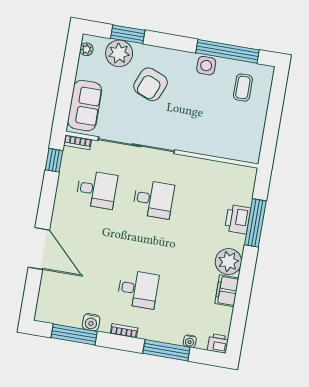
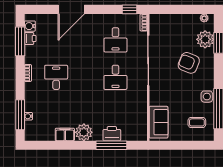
sofa: (85, 106) -> (159, 122), moved, turned -90
desk: (138, 289) -> (56, 77), turned 180
water cooler: (91, 322) -> (30, 26), moved
printer: (218, 343) -> (30, 38), moved
window: (166, 350) -> (20, 115), moved

